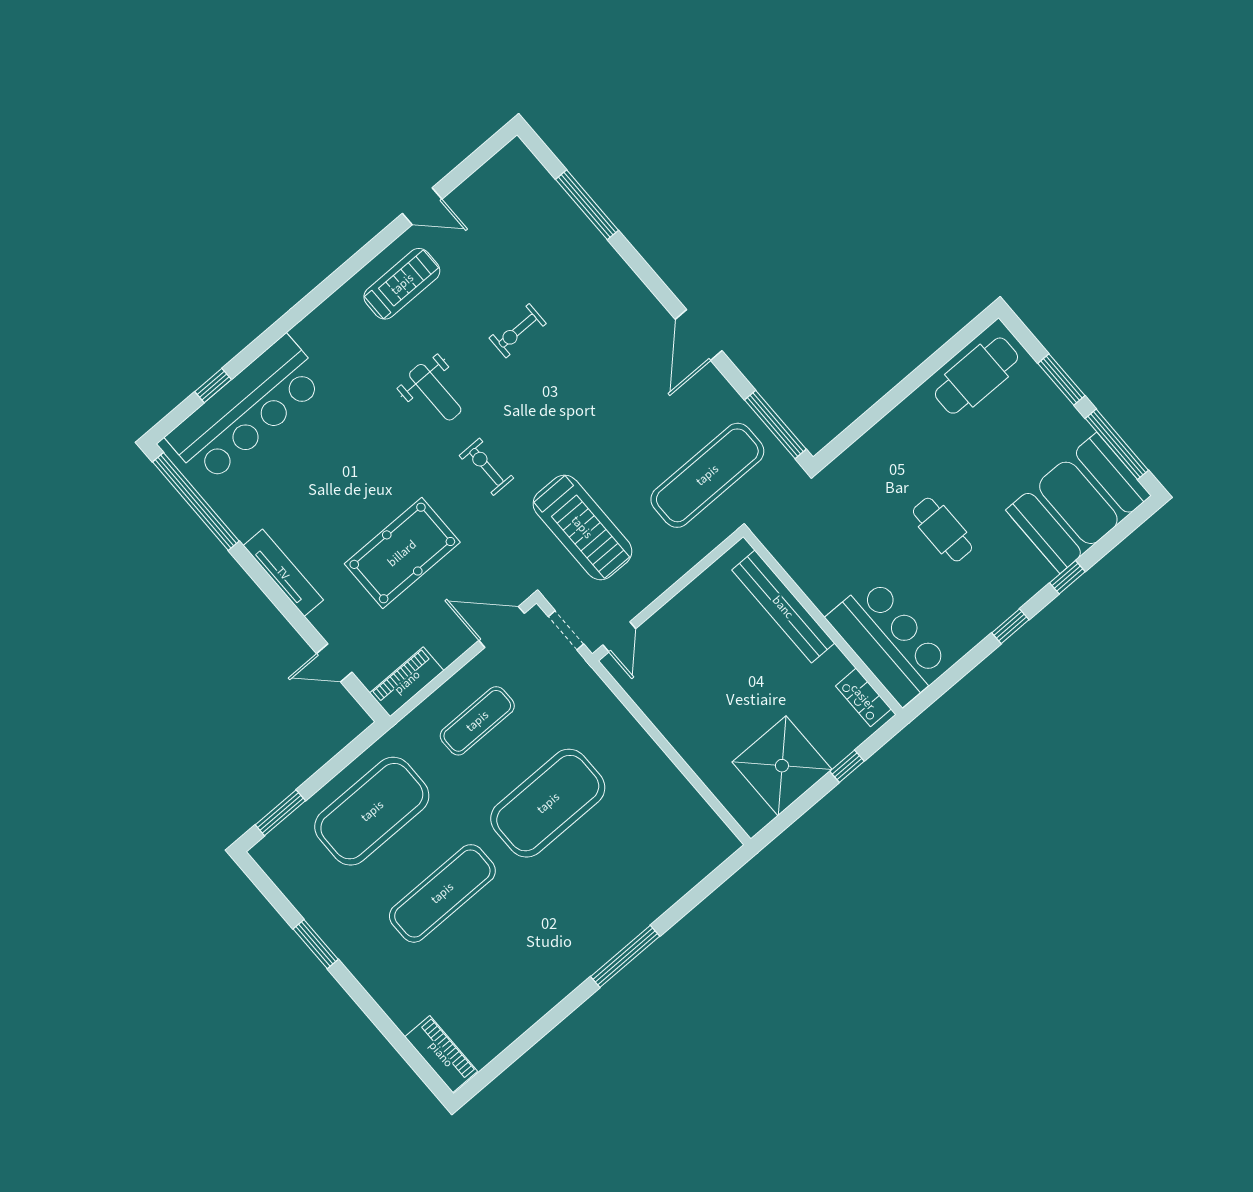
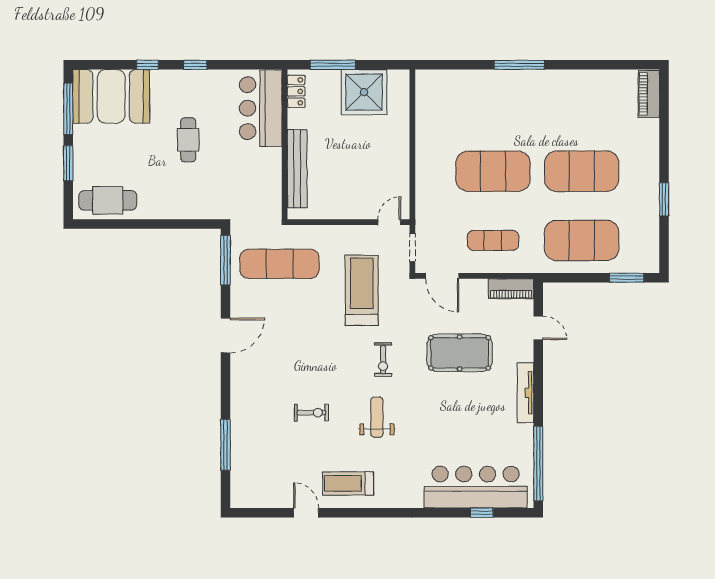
window: (847, 766) -> (333, 65), width x2.17
exercise mat: (442, 893) -> (582, 171), width x1.47

